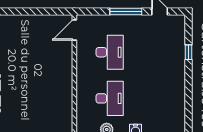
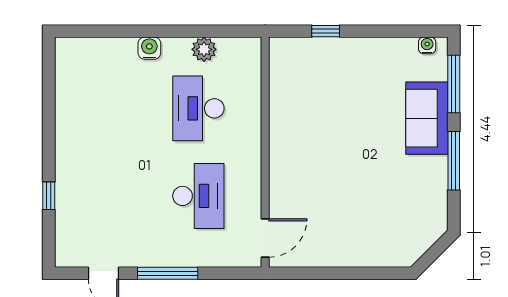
desk: (110, 52) -> (198, 196), turned 180

